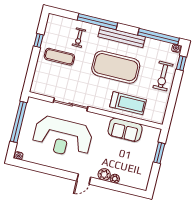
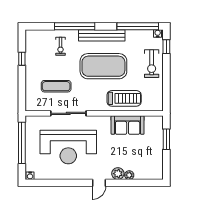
exercise mat: (59, 57) -> (56, 86), moved

